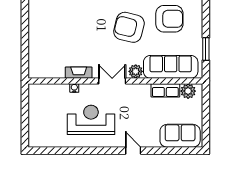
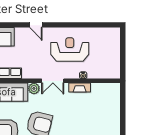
reception desk: (91, 120) -> (70, 50), turned 180

